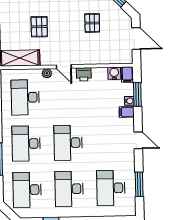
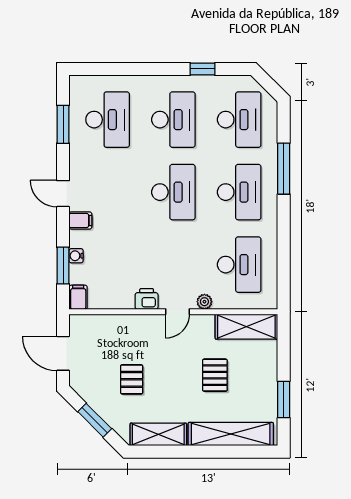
door: (64, 67) -> (177, 312), swing flipped
water cooler: (114, 73) -> (99, 300), removed
filing cabinet: (127, 112) -> (80, 220), moved

